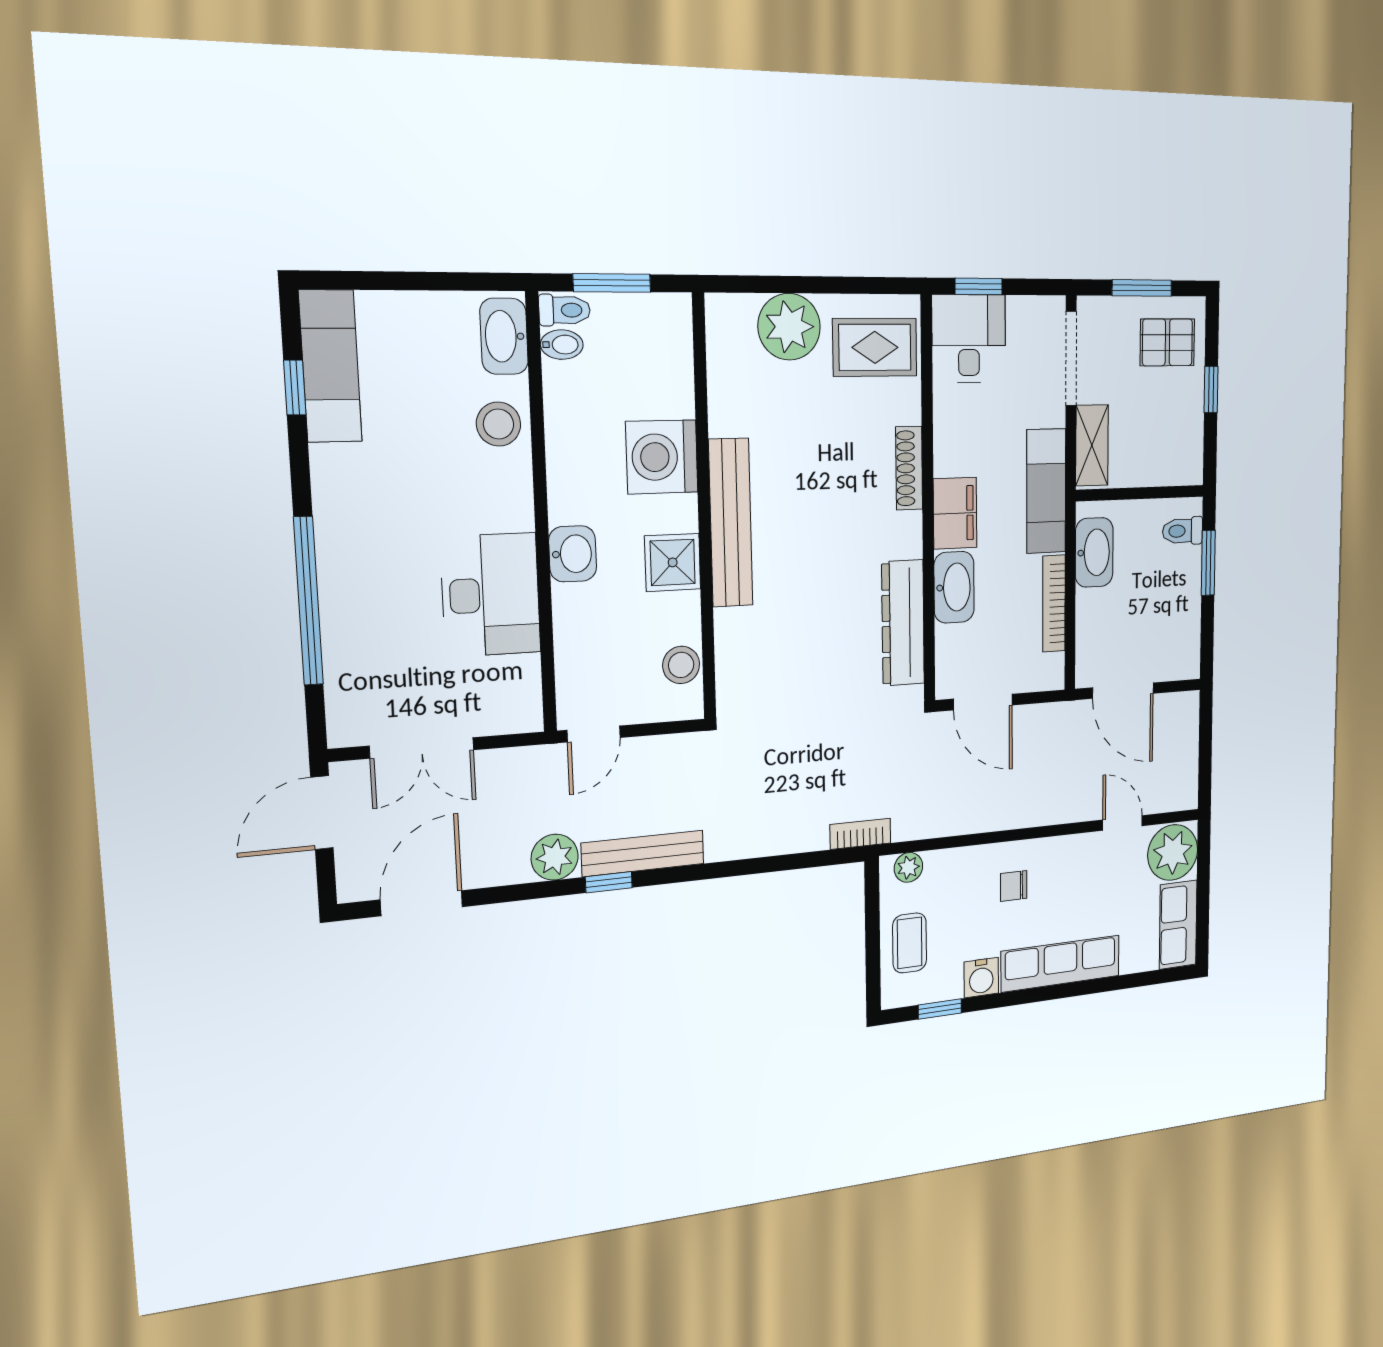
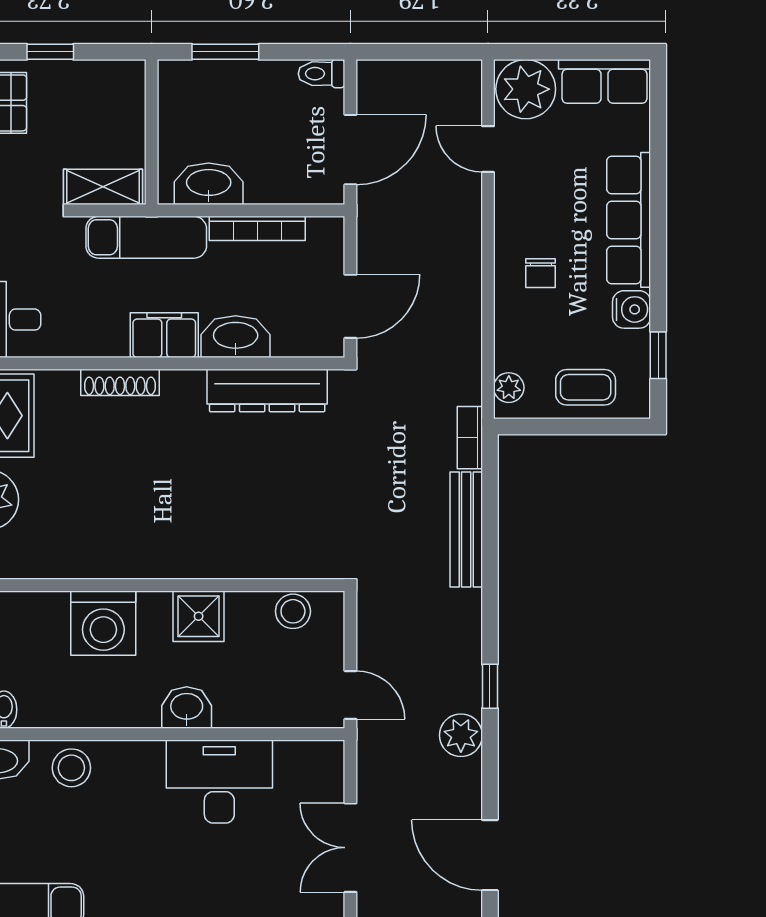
bench: (731, 523) -> (165, 560), removed
toilet: (1183, 531) -> (321, 74), moved, turned 90
double door: (422, 748) -> (350, 848), swing flipped
door: (1122, 823) -> (488, 149), hinge flipped
bench: (643, 853) -> (466, 530), moved

